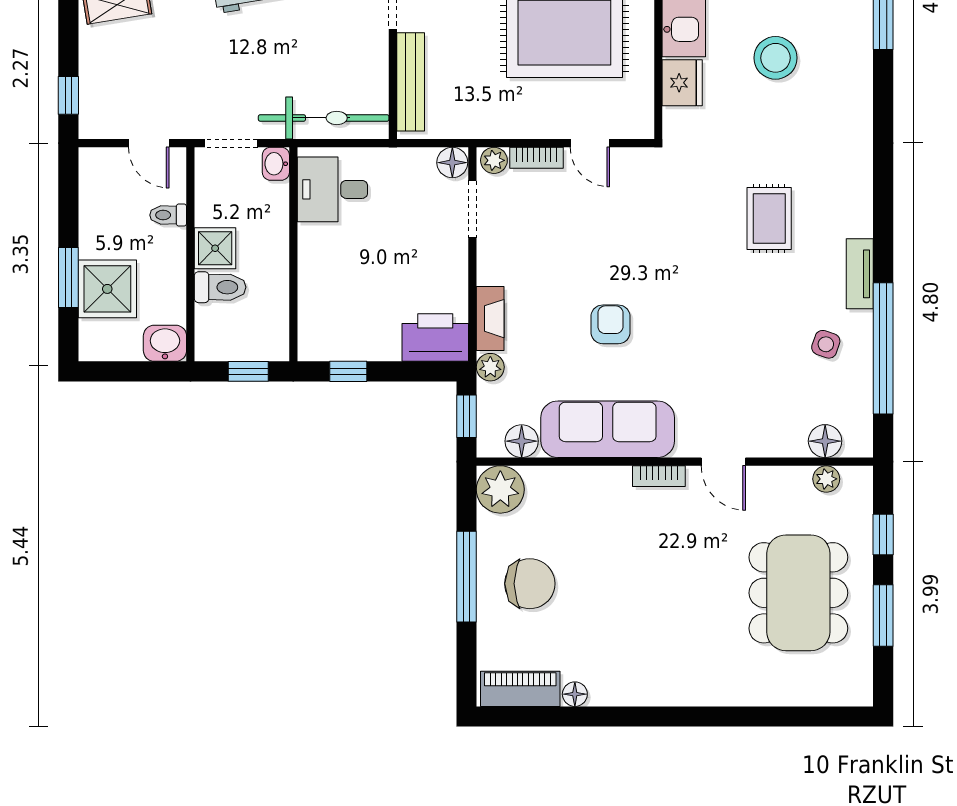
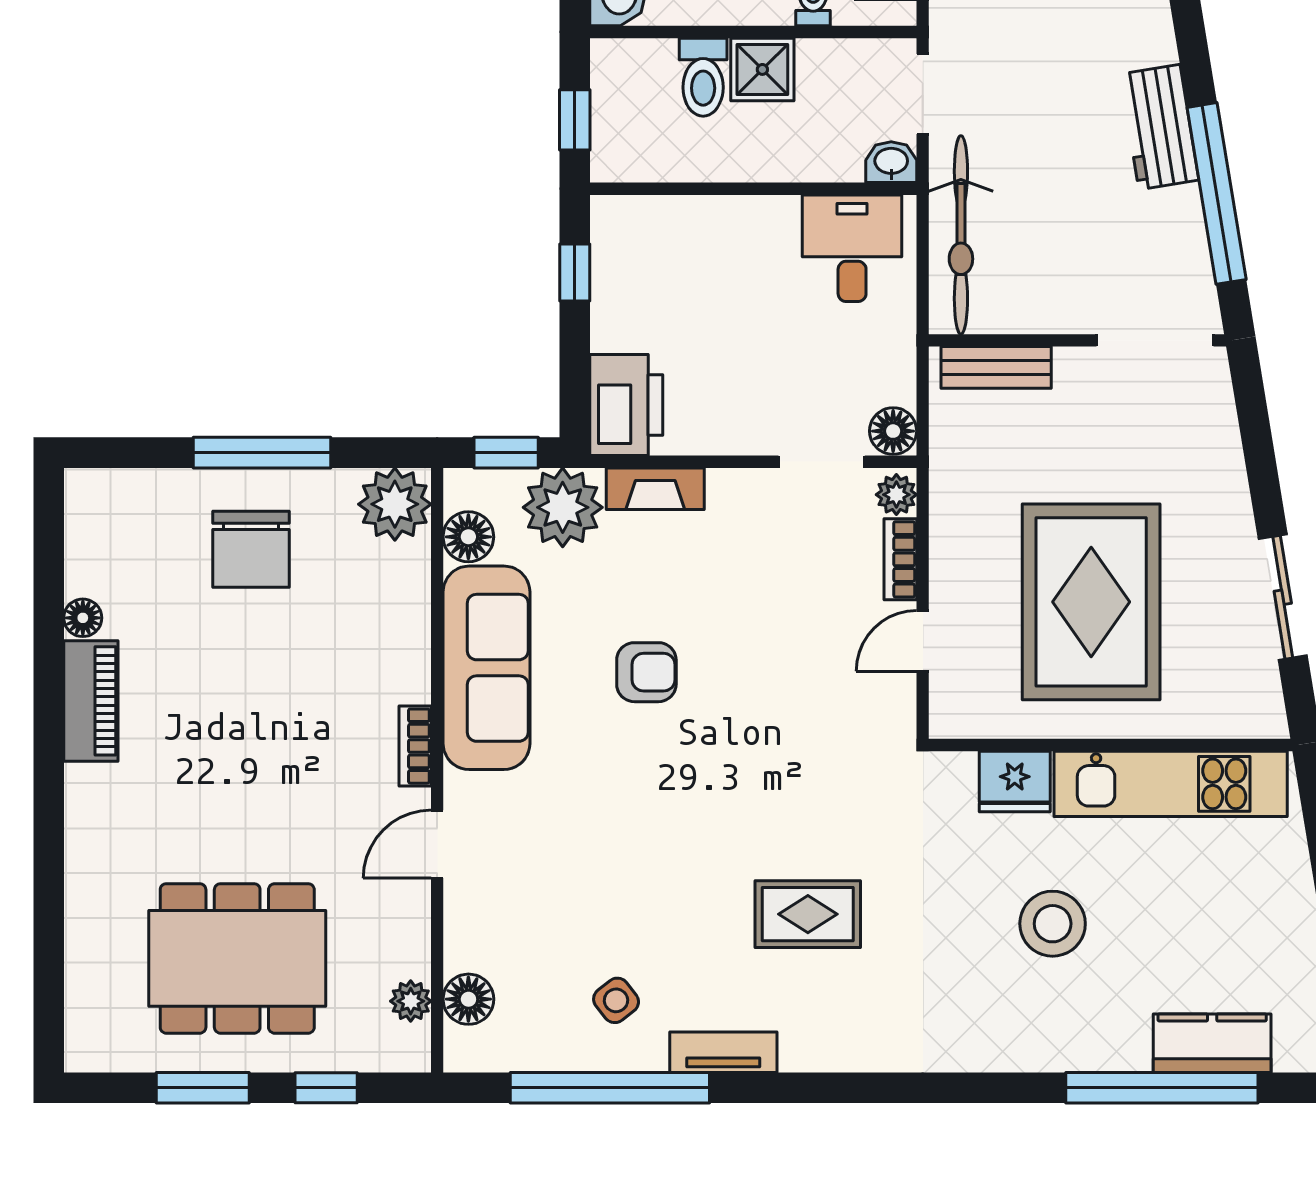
bench: (411, 82) -> (996, 367), width x0.73
side table: (826, 344) -> (616, 1000), turned 33
plant: (490, 367) -> (563, 507), width x1.88, depth x1.88
piano: (520, 689) -> (91, 701), moved

